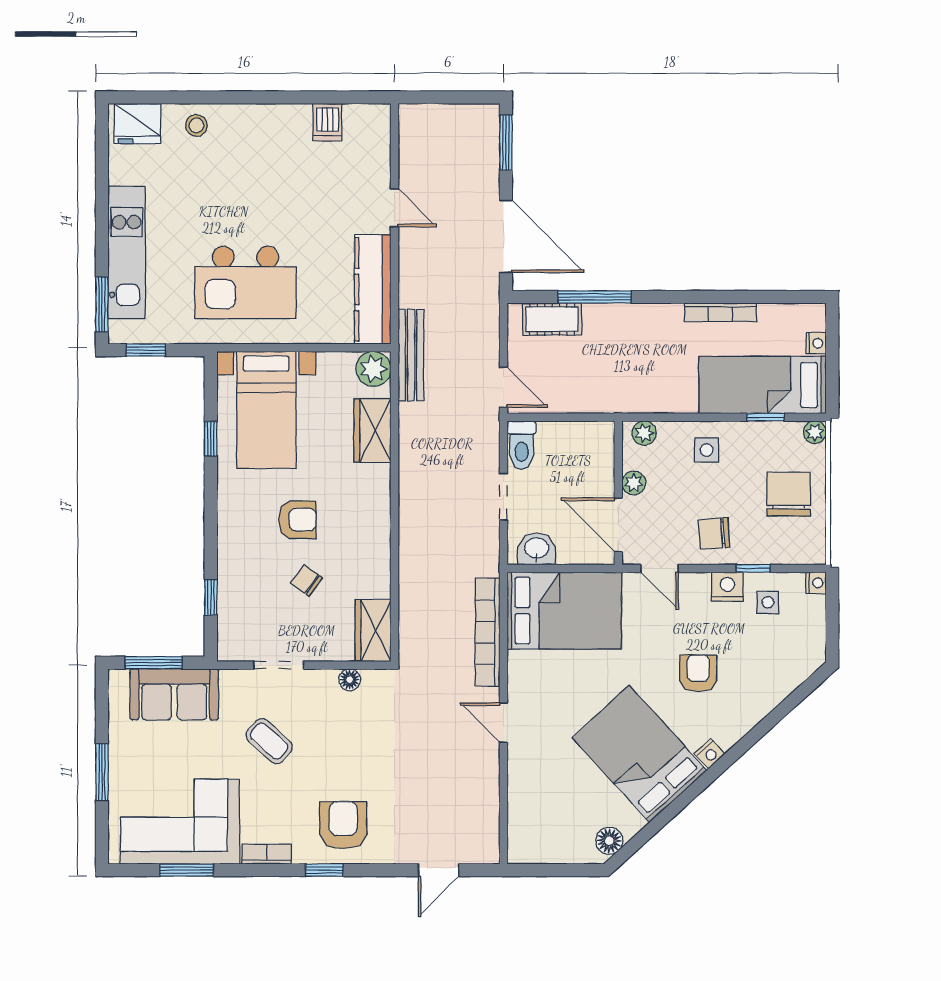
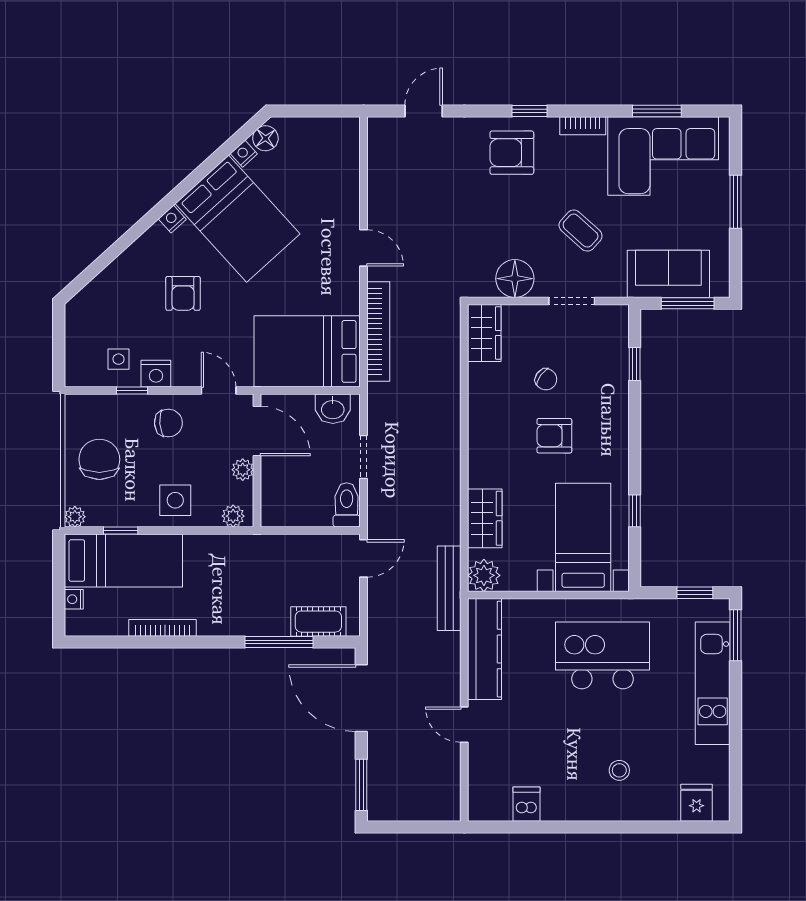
fridge: (138, 123) -> (697, 803), width x0.72
stool: (196, 125) -> (619, 770), moved
door: (503, 387) -> (364, 558), swing flipped
side table: (707, 450) -> (175, 500), width x1.37, depth x1.37
chair: (789, 494) -> (99, 459), turned 180
nightstand: (816, 583) -> (244, 154), moved, turned 48
floor lamp: (350, 680) -> (515, 279), width x1.89, depth x1.89
armchair: (343, 825) -> (512, 153), turned 90

